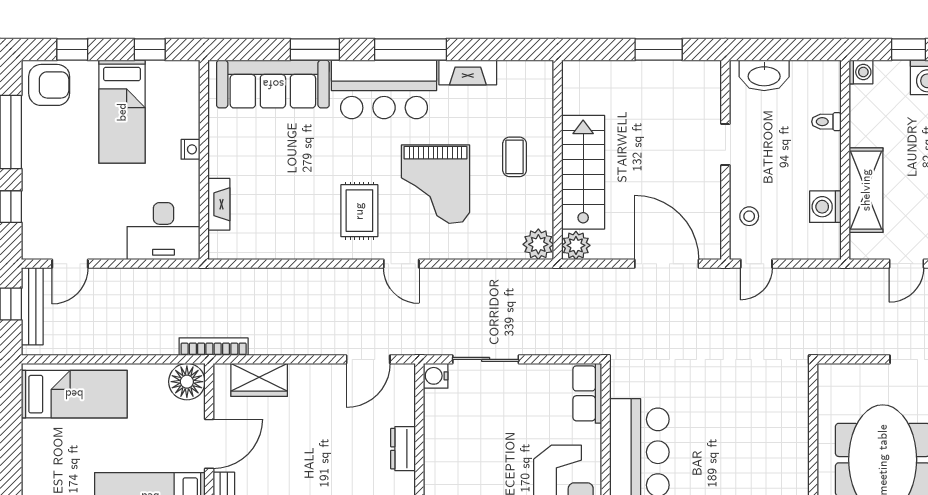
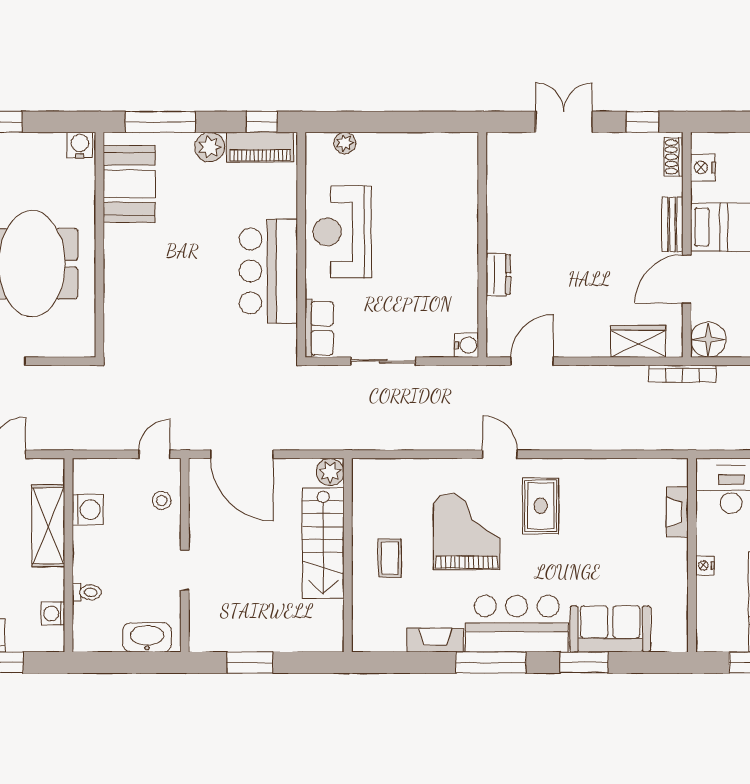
washing machine: (861, 72) -> (53, 613), moved
sofa: (273, 84) -> (610, 629), width x0.73
plant: (538, 244) -> (367, 473), removed
sliding door: (486, 359) -> (383, 361), moved

